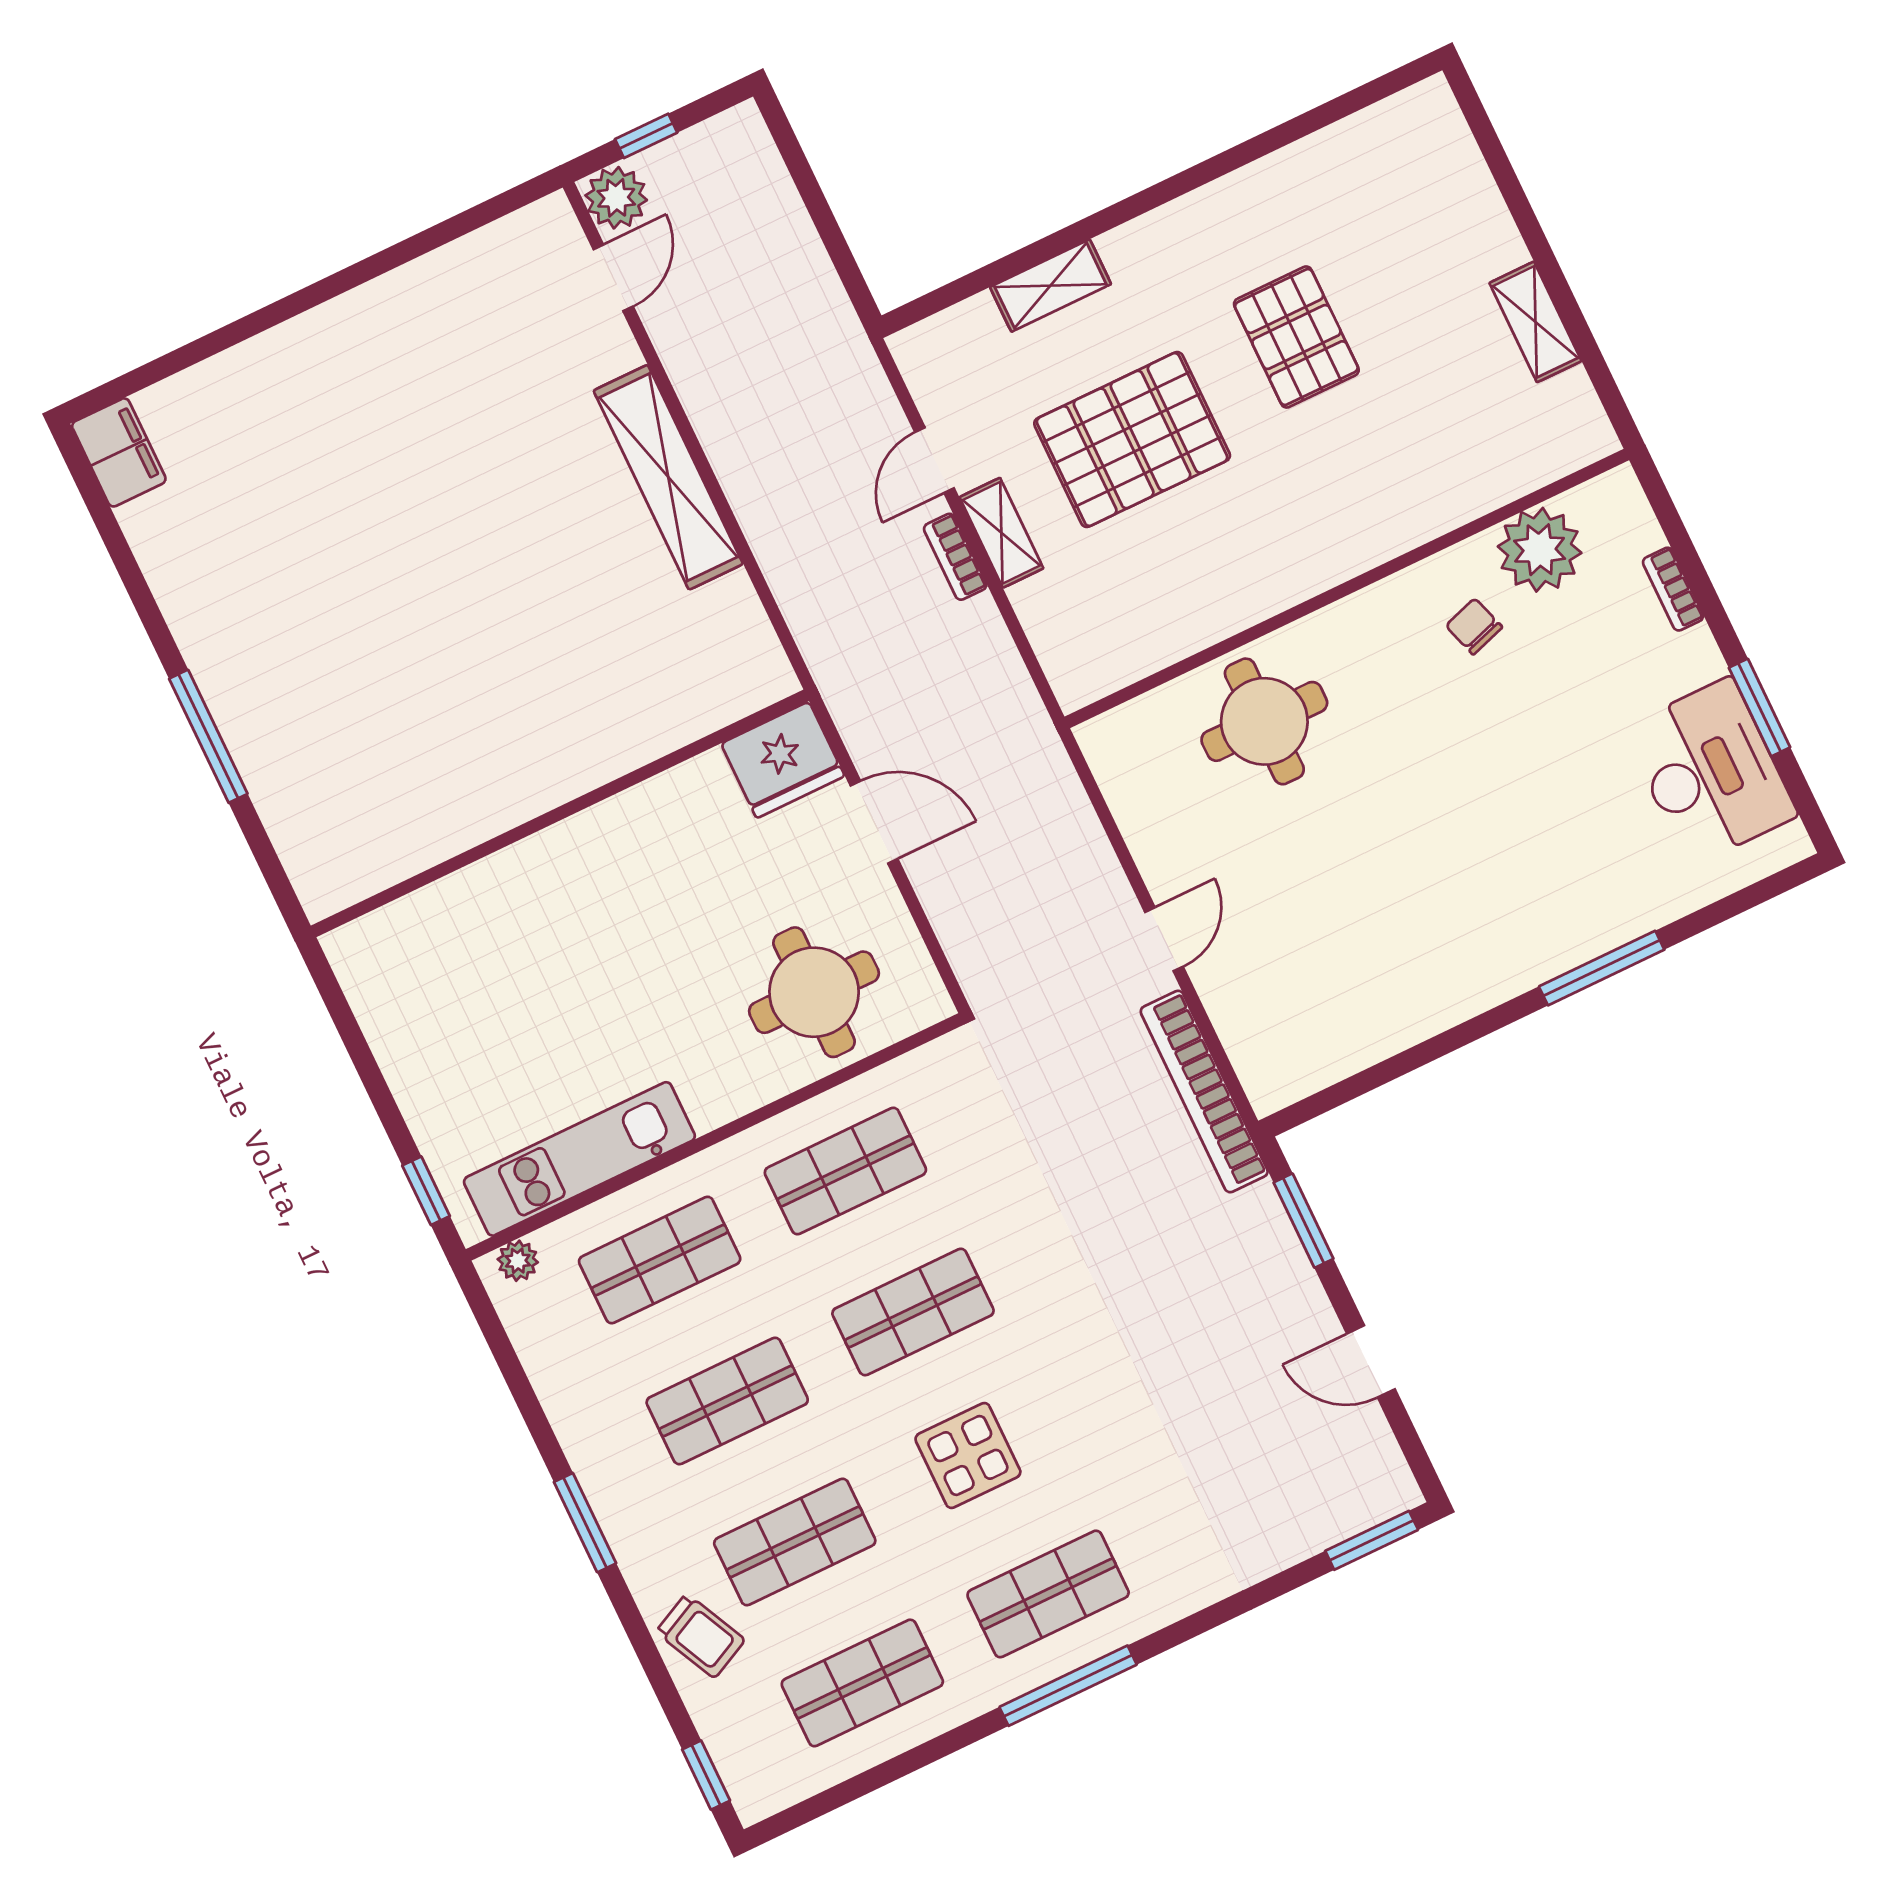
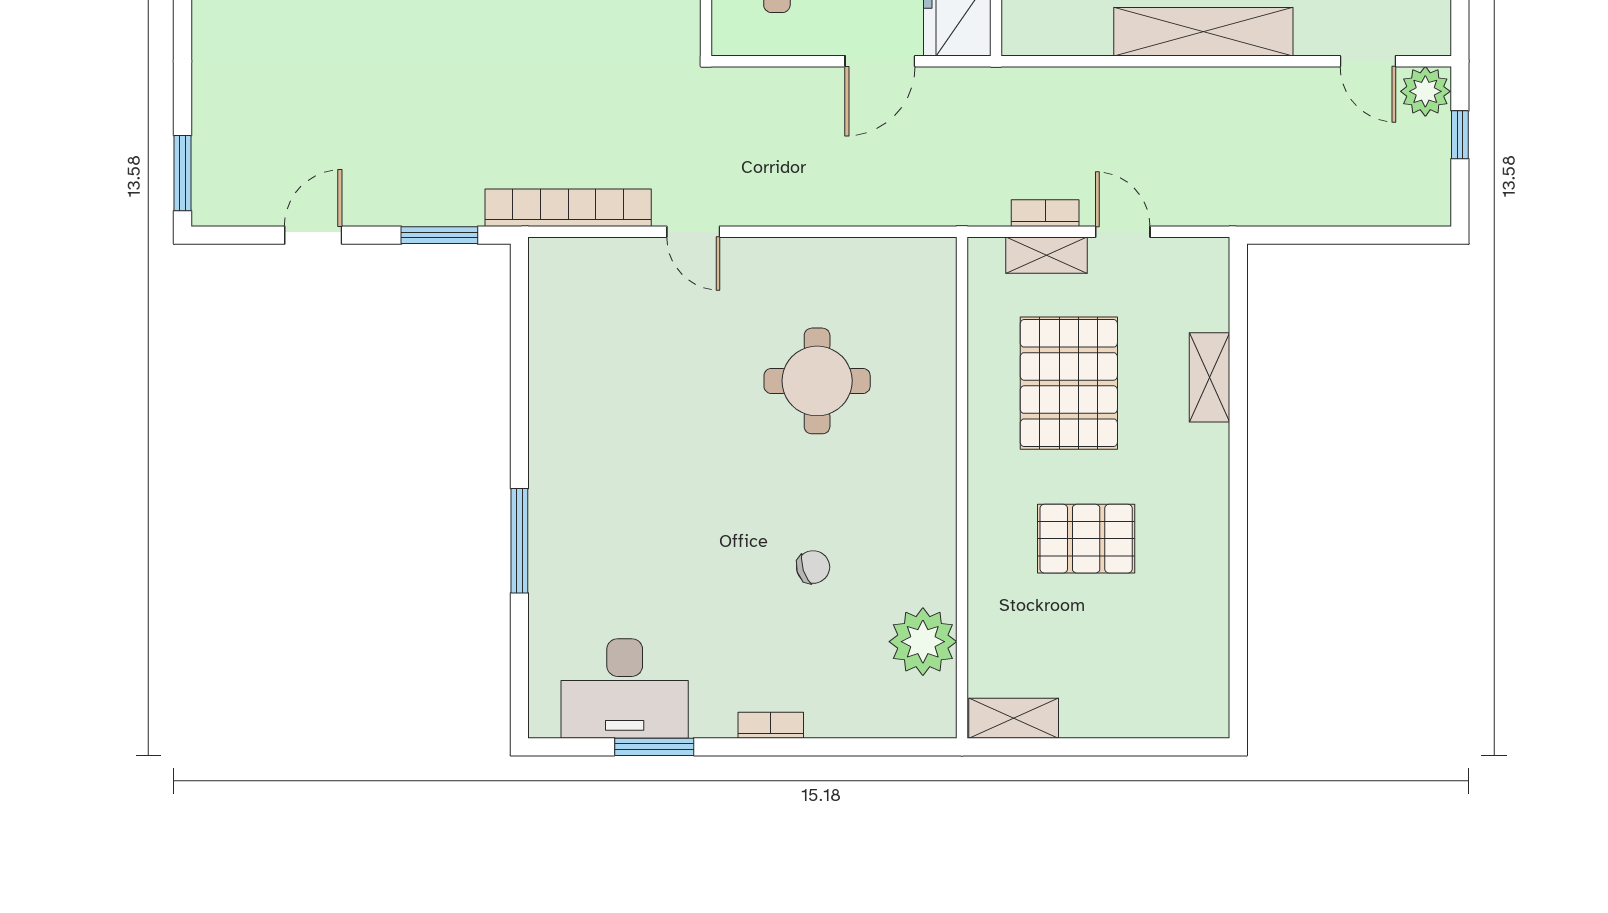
plant: (1540, 550) -> (923, 642), moved
wall: (1347, 588) -> (962, 488), moved

